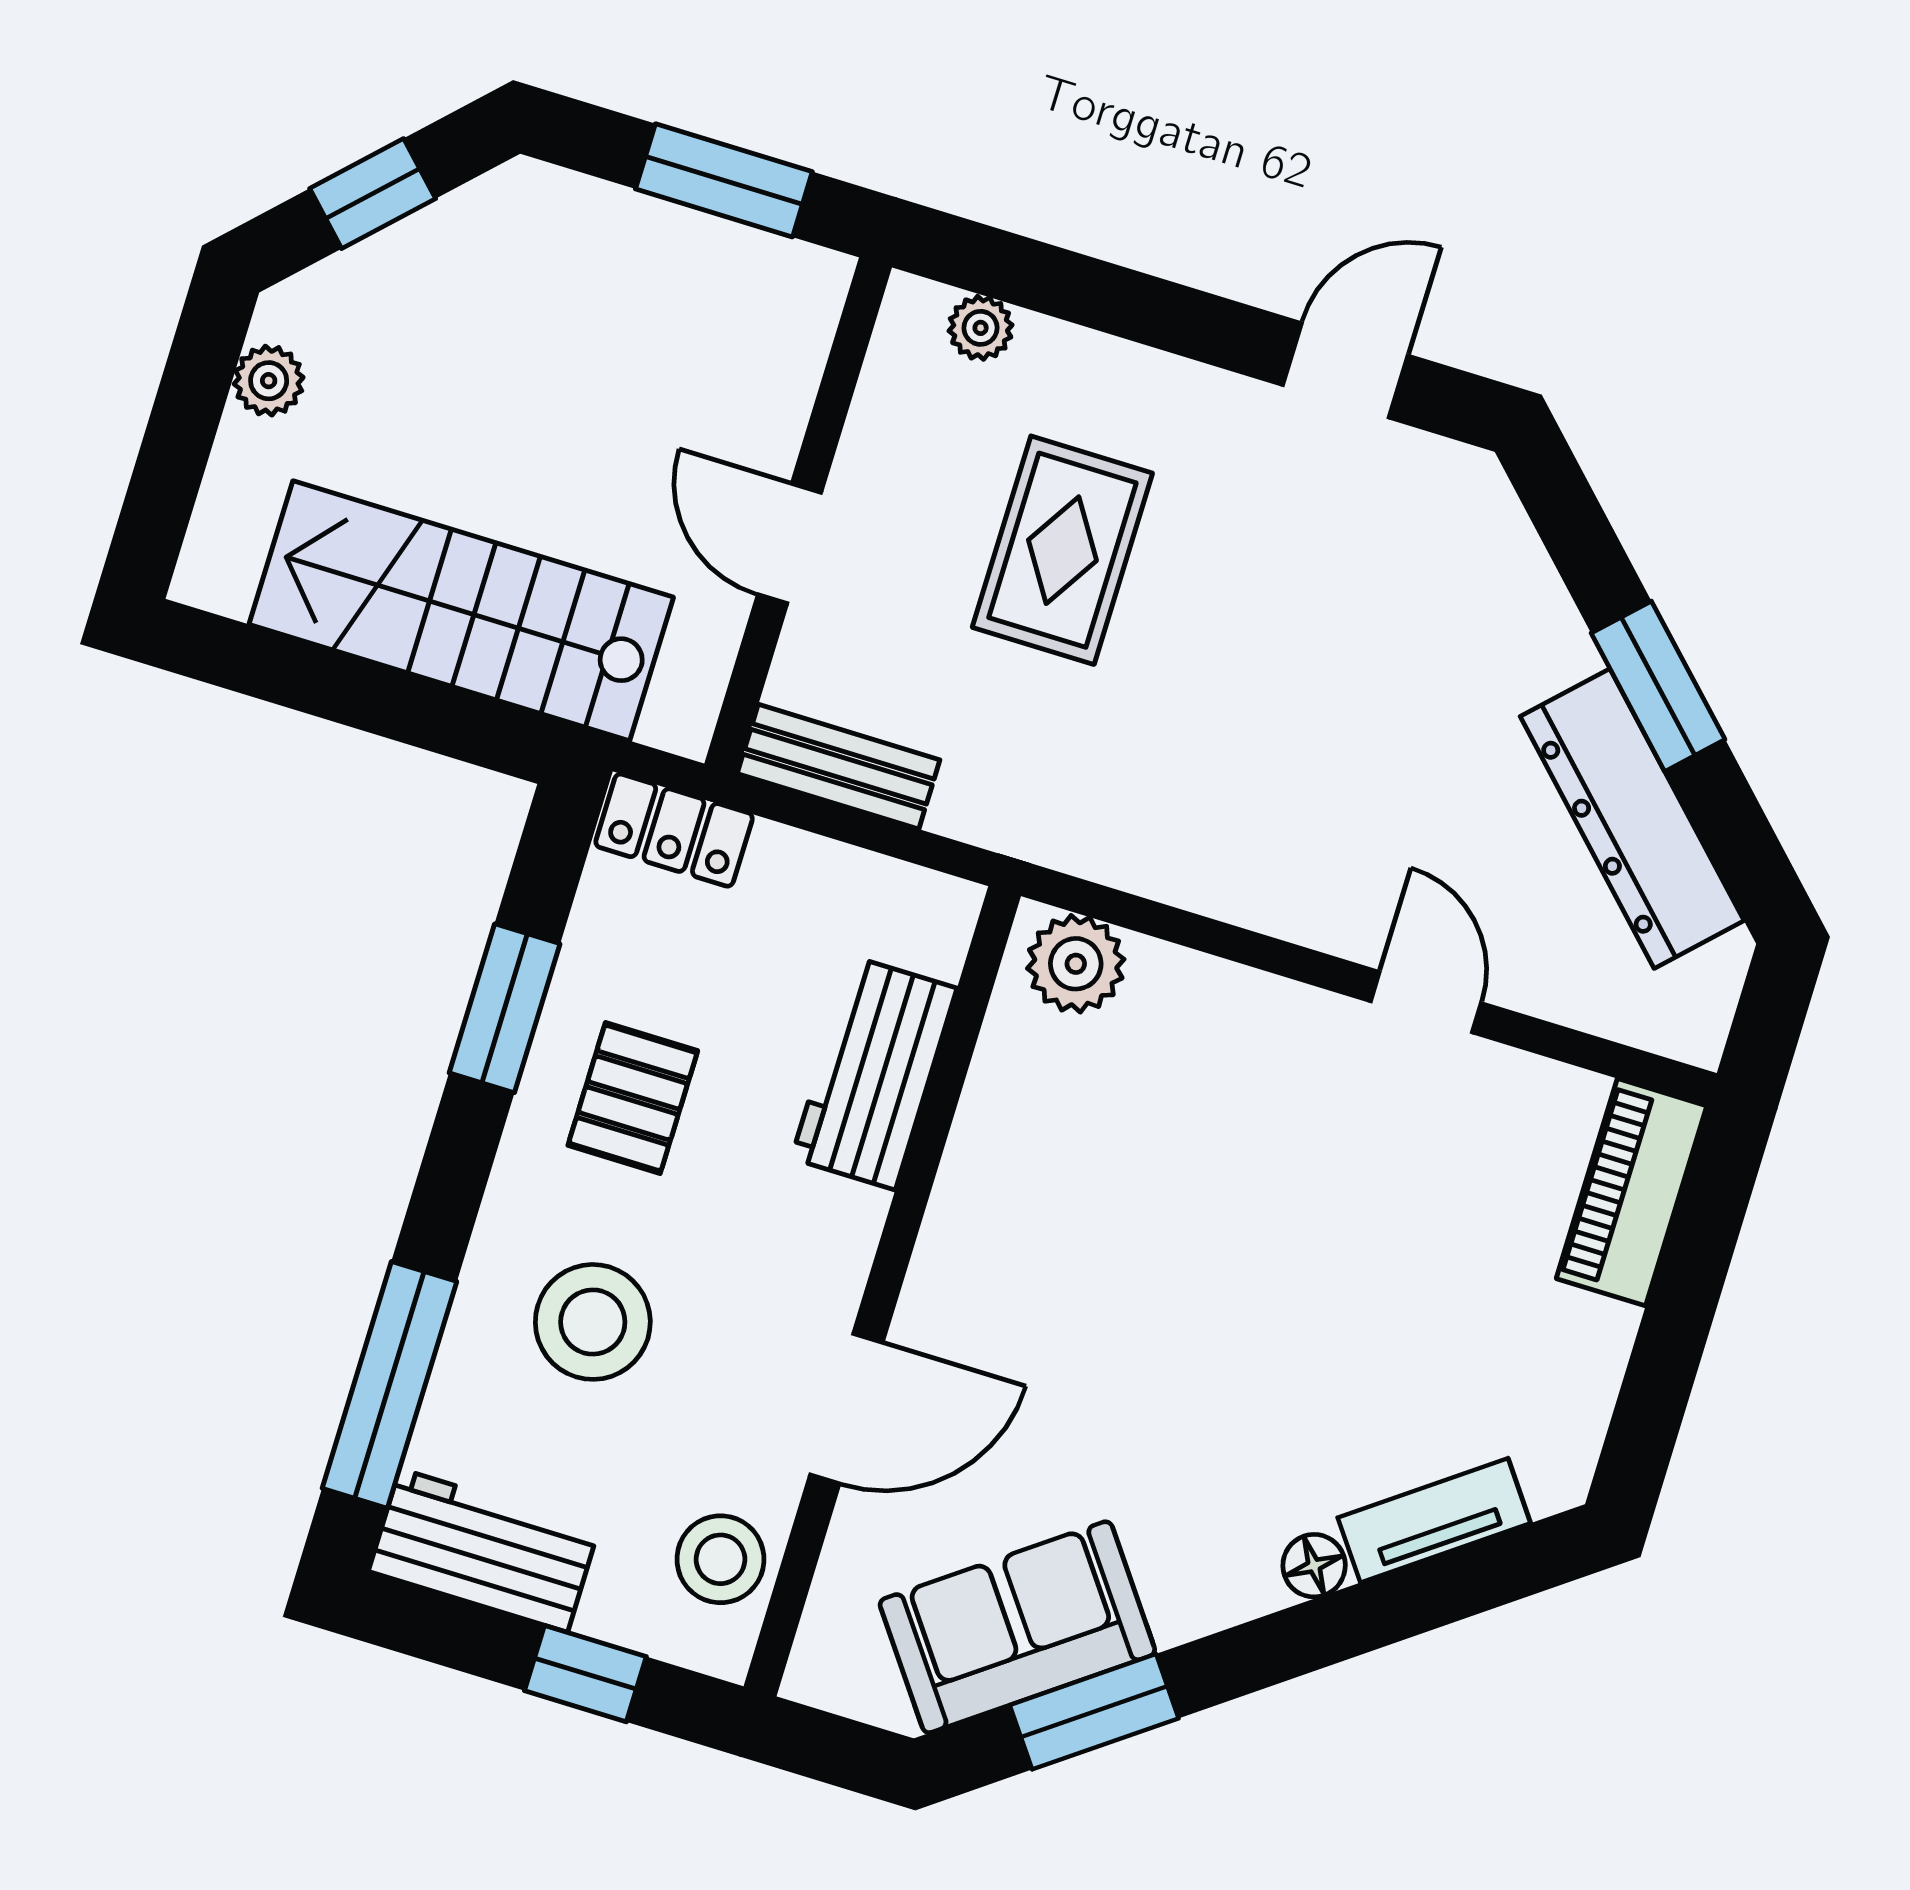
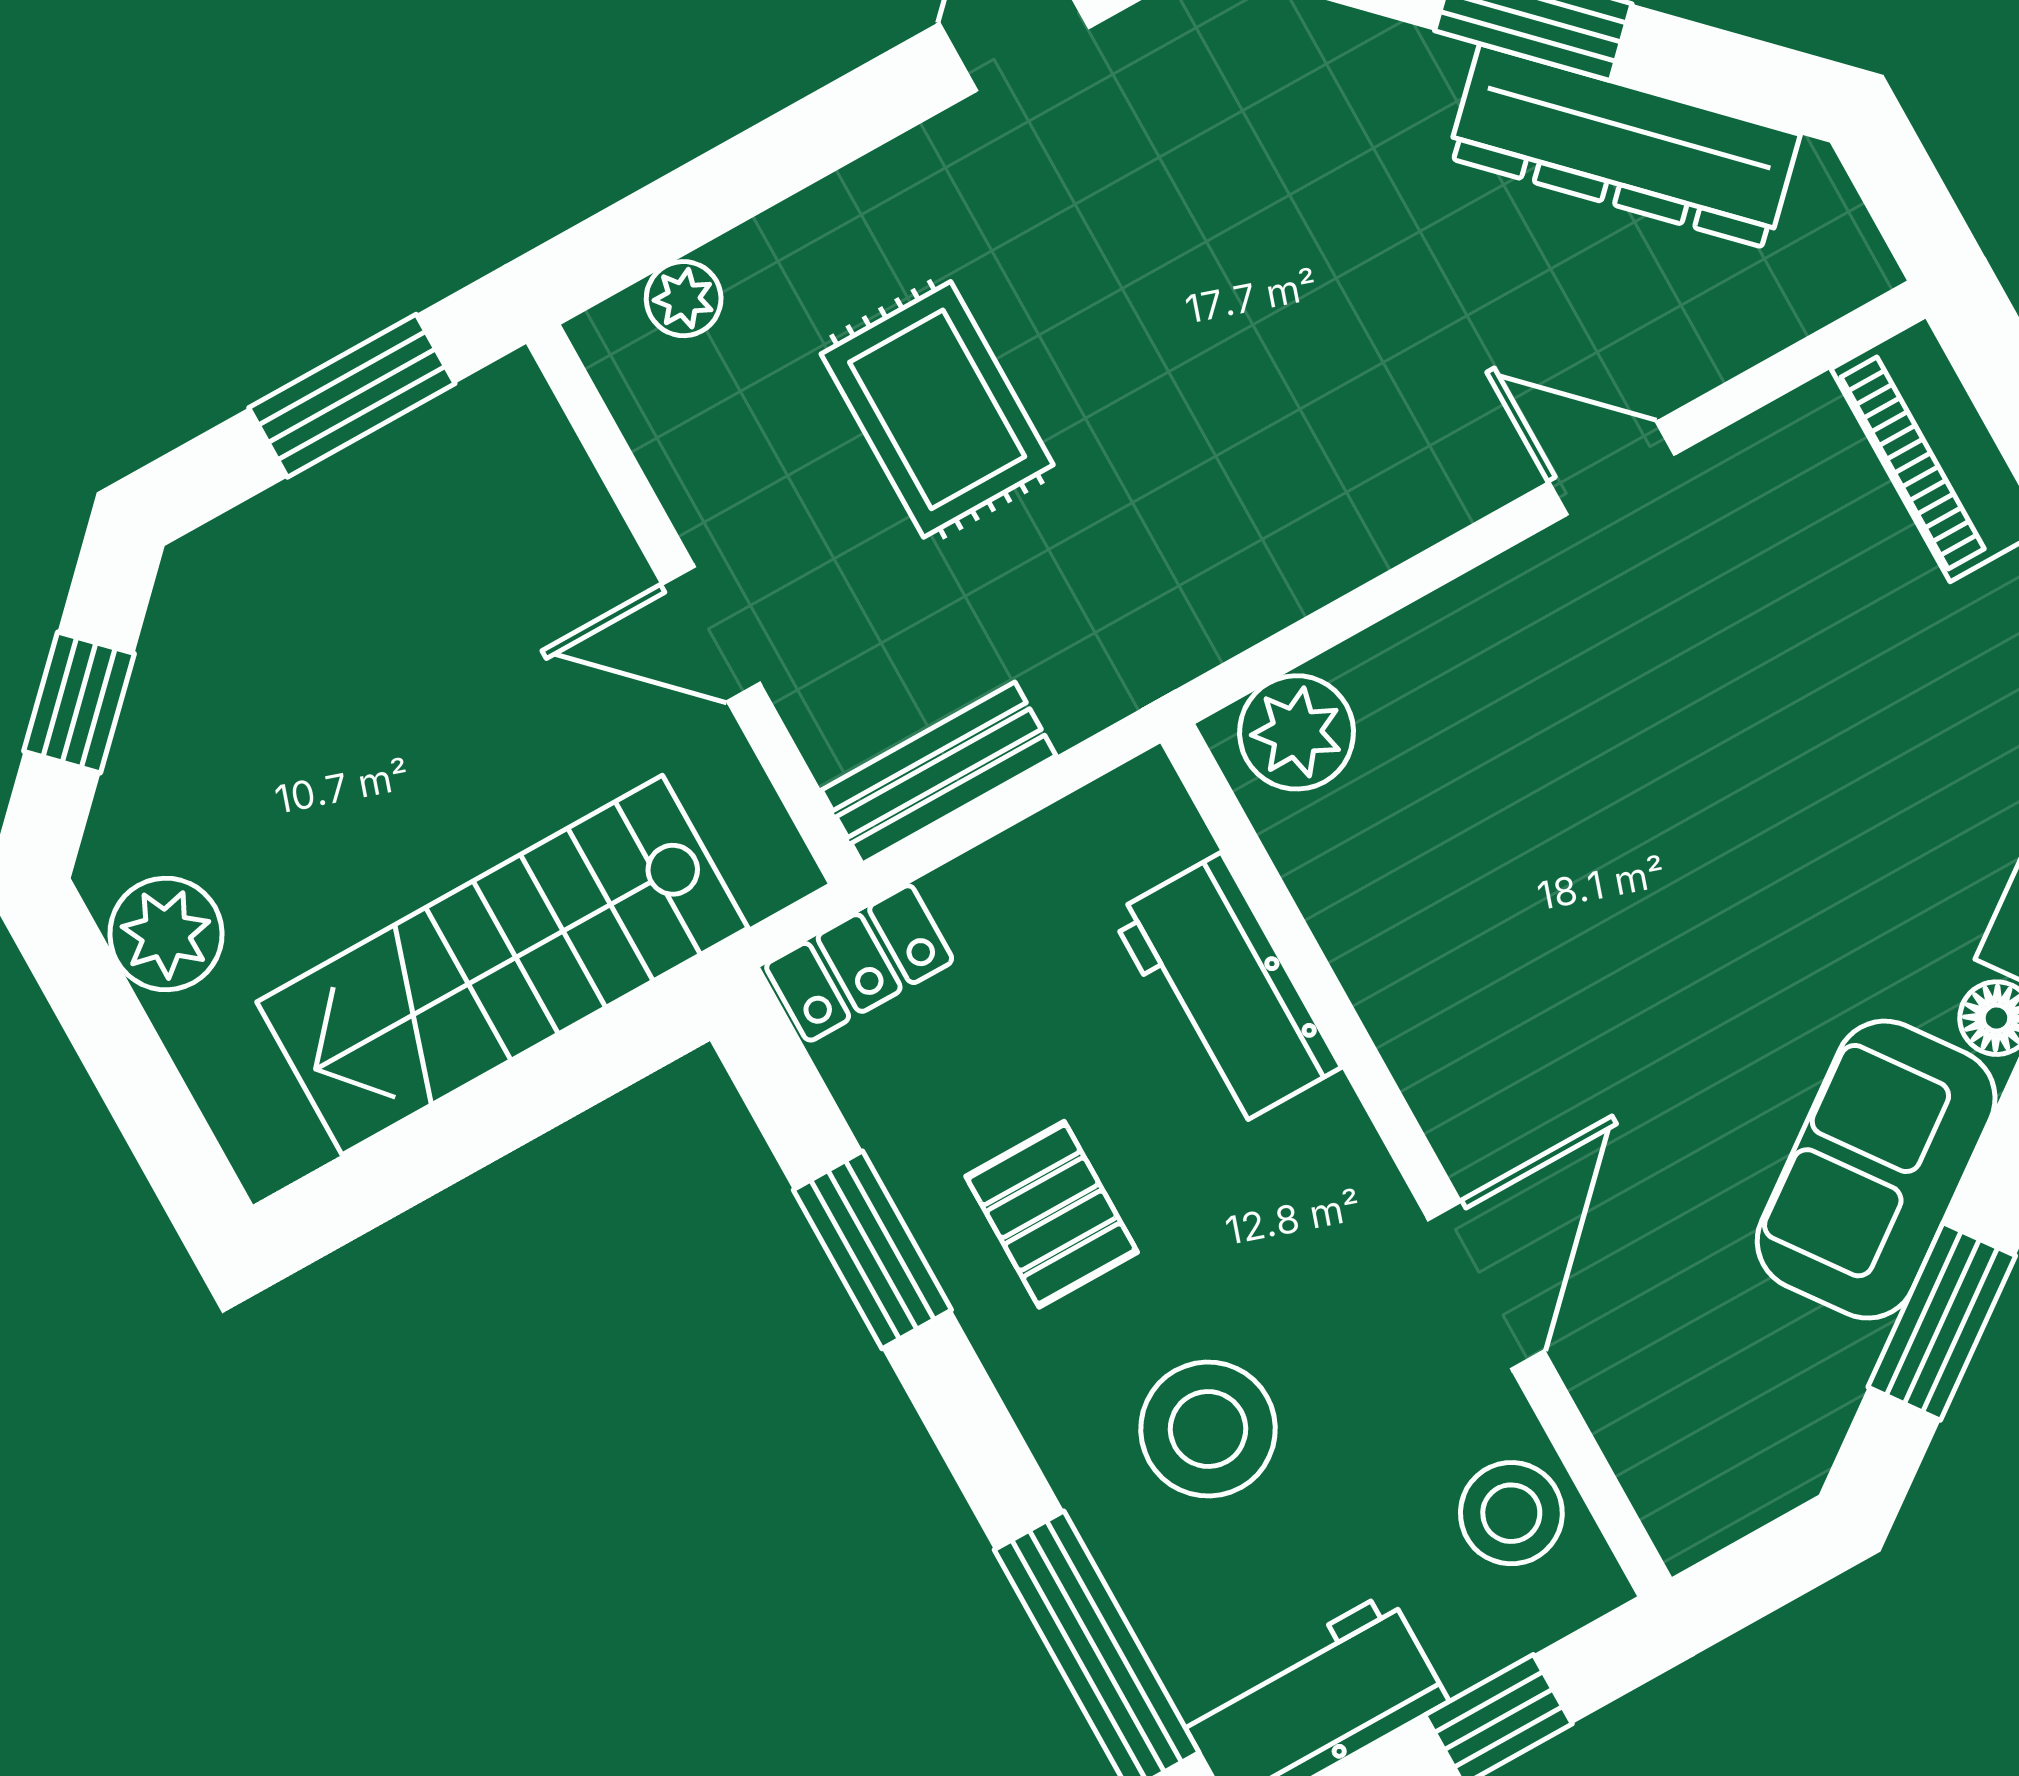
plant: (269, 381) -> (166, 934), width x1.38, depth x1.38
sofa: (1017, 1627) -> (1876, 1170), moved

